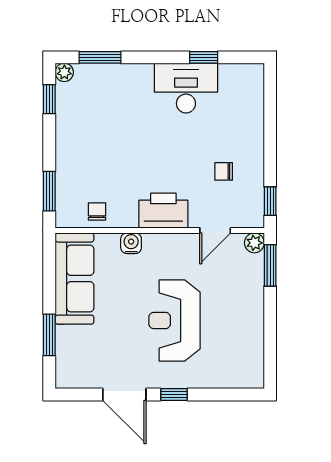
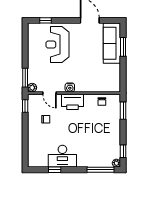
window: (100, 57) -> (101, 170), width x1.44
door: (215, 231) -> (50, 93), swing flipped
water cooler: (131, 243) -> (70, 87), moved
sofa: (74, 279) -> (112, 43), moved
reception desk: (174, 320) -> (57, 45), moved, turned 180
window: (174, 394) -> (46, 20), moved

